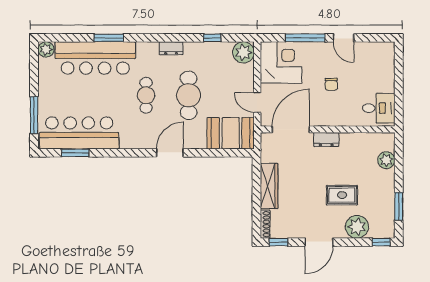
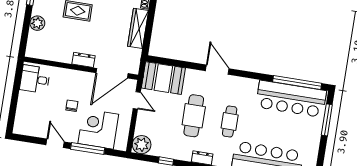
corner desk: (281, 62) -> (98, 129), moved, turned 90
window: (75, 153) -> (297, 83), width x2.11
door: (170, 153) -> (217, 70), swing flipped
plant: (386, 160) -> (37, 23), moved

